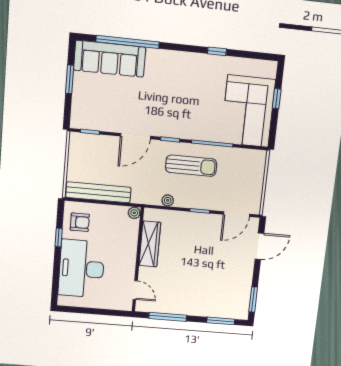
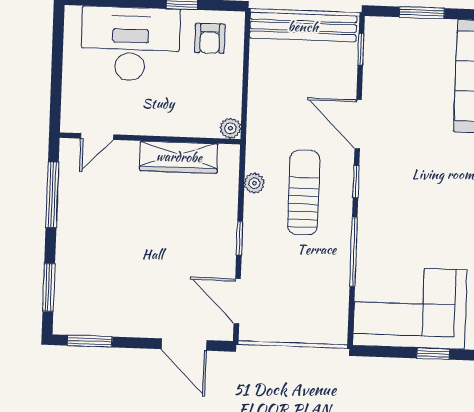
window: (70, 79) -> (422, 13), moved
sun lounger: (191, 166) -> (304, 193), moved, turned 180
bench: (98, 192) -> (303, 27), moved, turned 90

